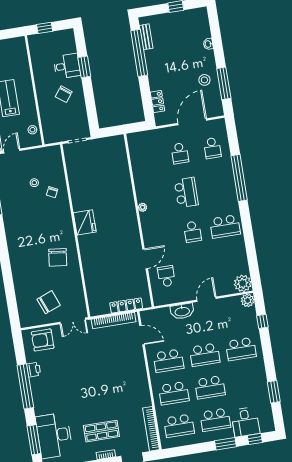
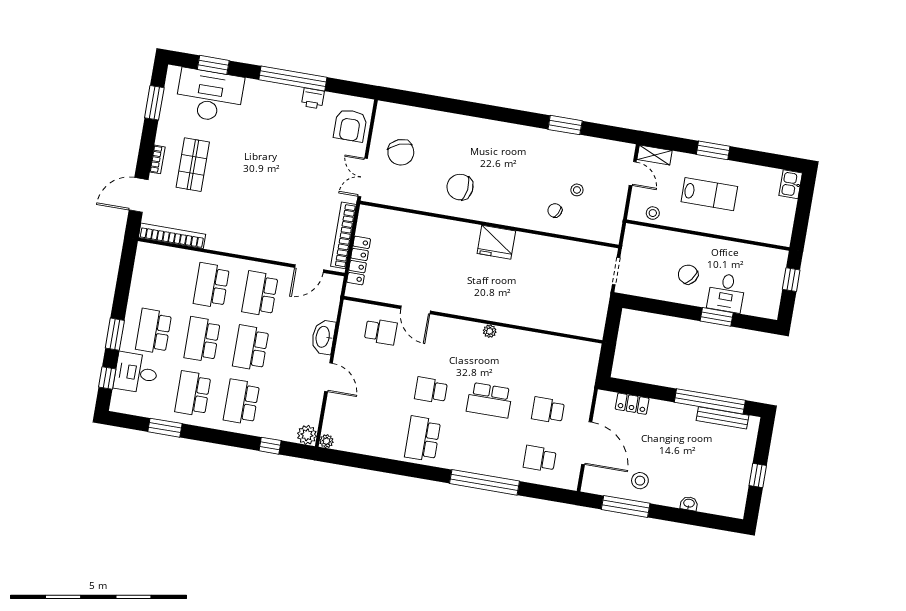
bench: (146, 37) -> (723, 418), width x1.36
plant: (243, 283) -> (326, 441), width x0.53, depth x0.53
armchair: (43, 340) -> (350, 126), turned 180
school desk: (179, 426) -> (193, 394), moved
window: (34, 440) -> (213, 65), width x0.69

